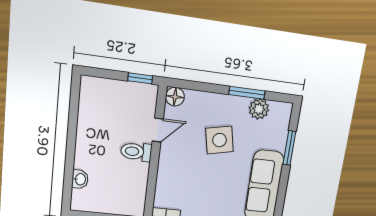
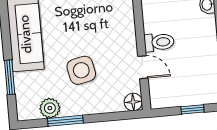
window: (140, 78) -> (192, 109), moved
door: (158, 130) -> (143, 67), swing flipped

